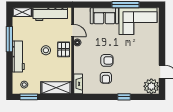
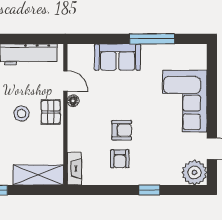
corner sofa: (138, 21) -> (185, 101), moved, turned 90

